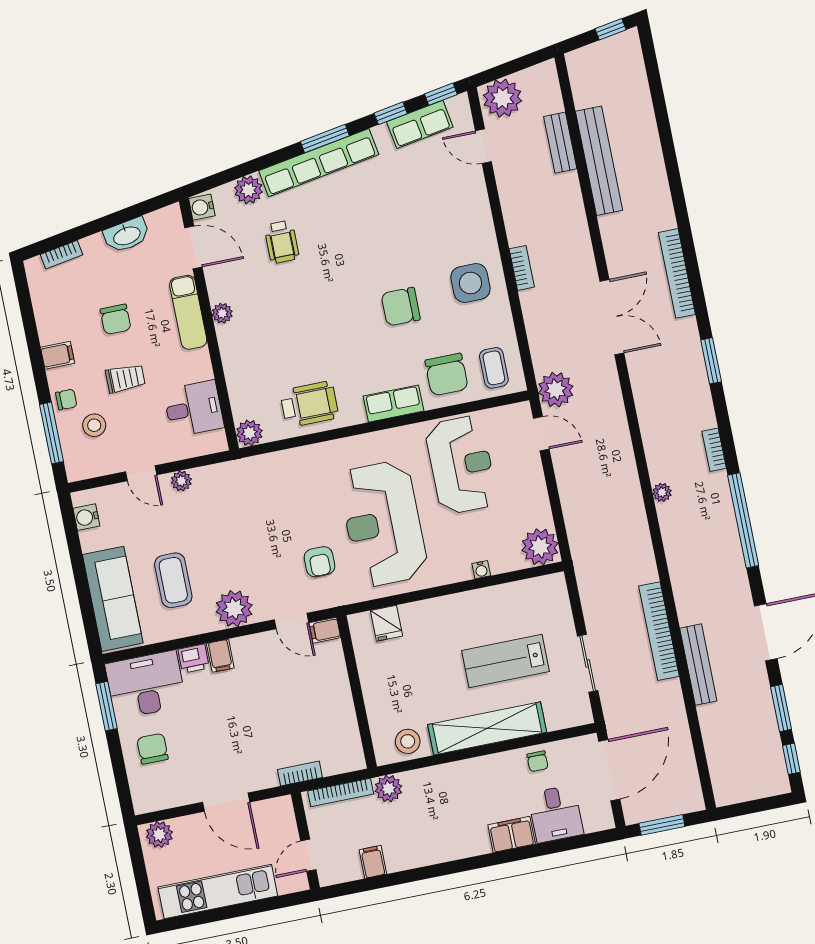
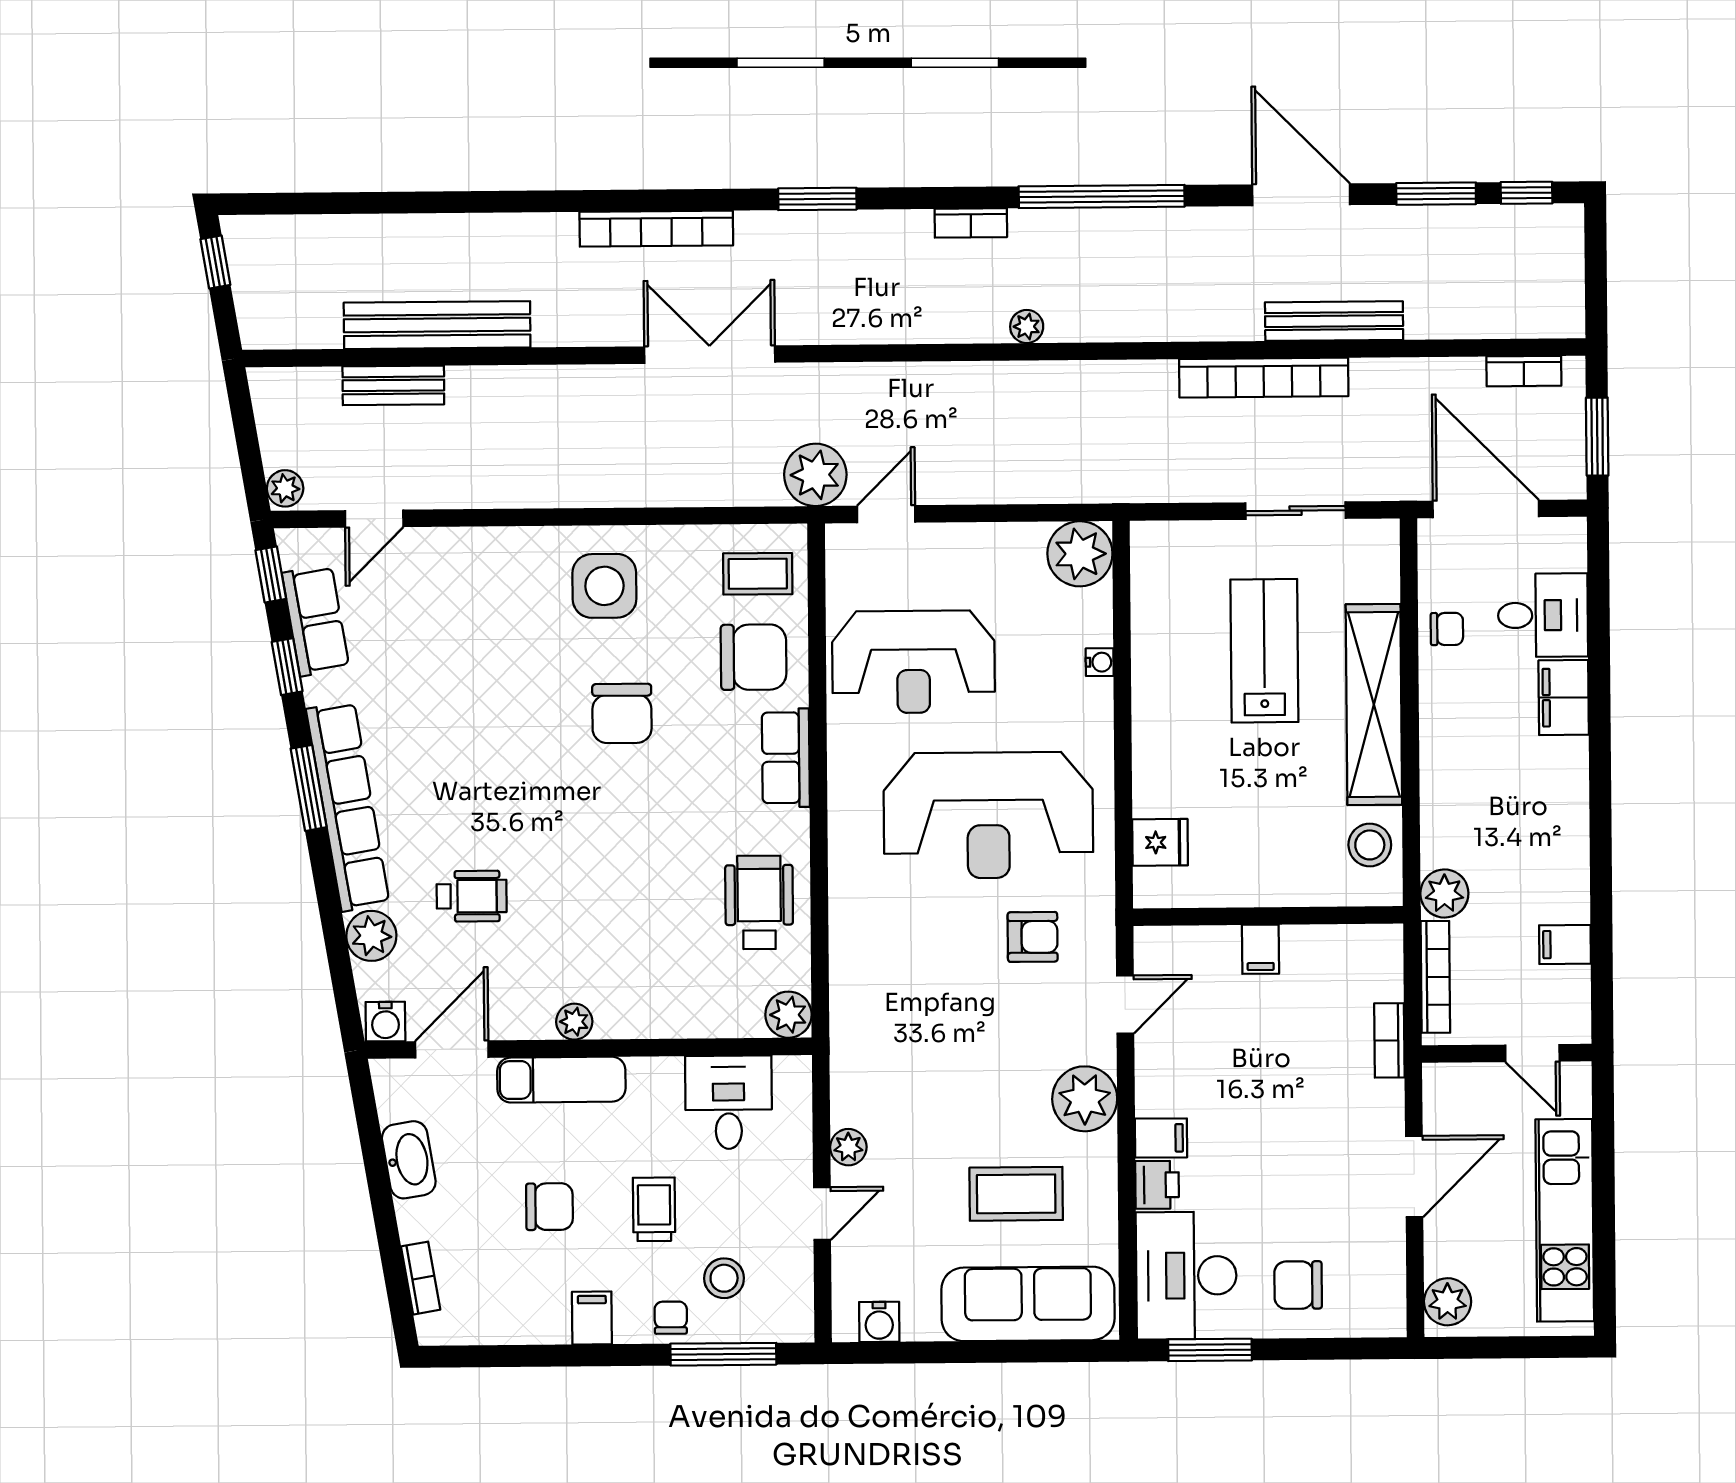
plant: (502, 98) -> (285, 488), width x0.53, depth x0.53
bookcase: (522, 268) -> (1524, 371), moved, turned 180
reception desk: (461, 465) -> (913, 662), turned 180
filing cabinet: (325, 630) -> (1260, 949), moved
lab bench: (505, 661) -> (1264, 651), turned 180

